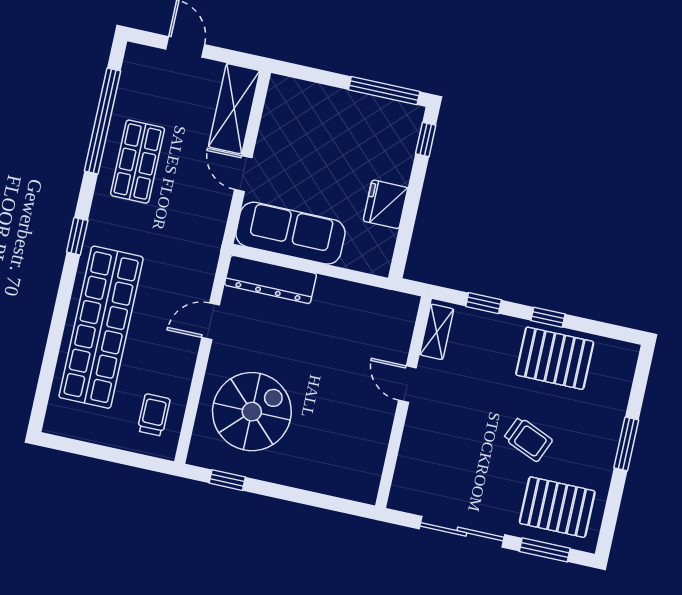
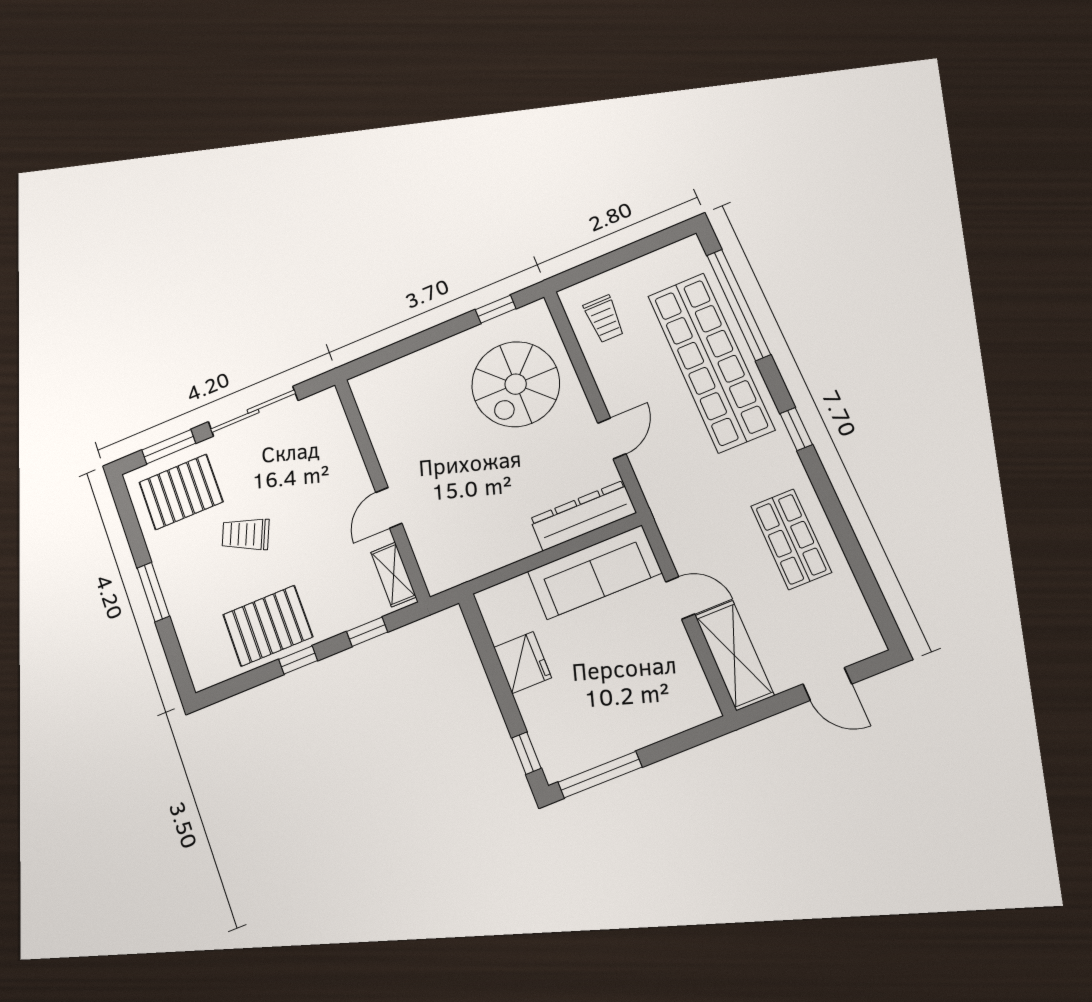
window: (103, 121) -> (739, 305), moved
door: (407, 384) -> (389, 508), swing flipped

